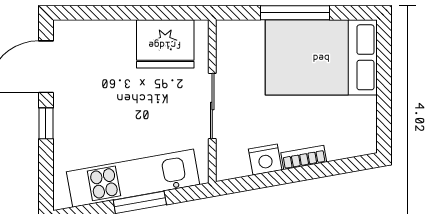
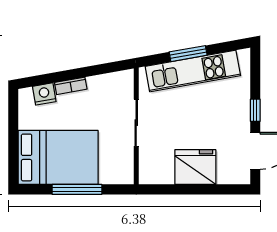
fridge: (165, 44) -> (195, 167), moved
nightstand: (265, 159) -> (44, 94), moved

